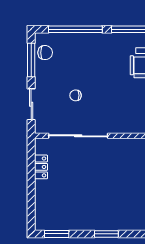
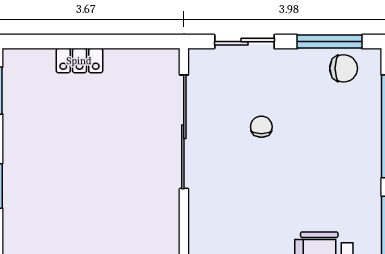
chair: (45, 53) -> (344, 68), turned -90
locker: (41, 167) -> (79, 61), moved

